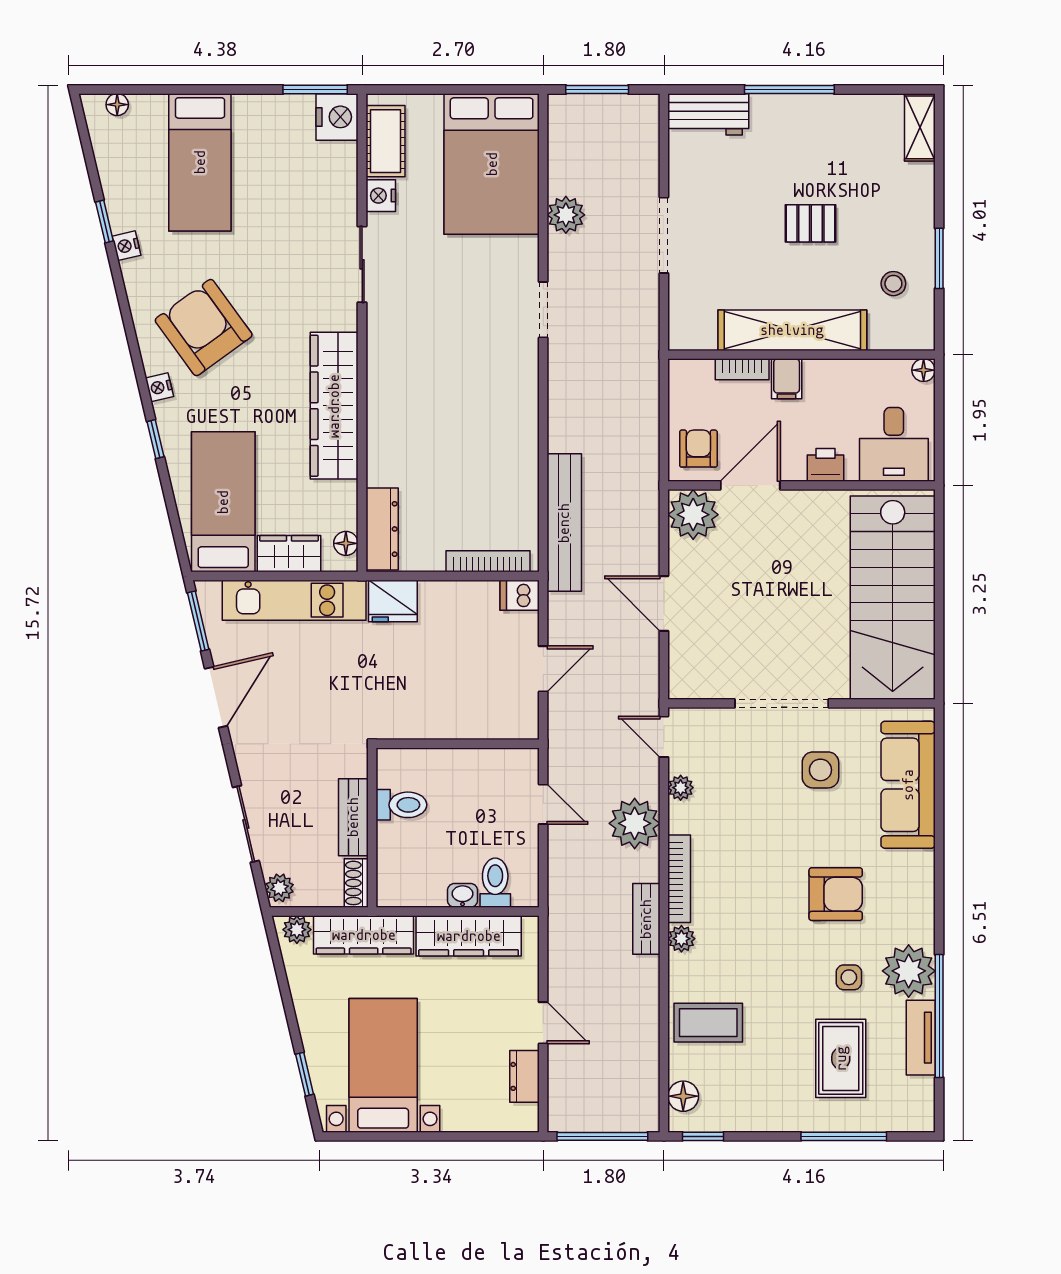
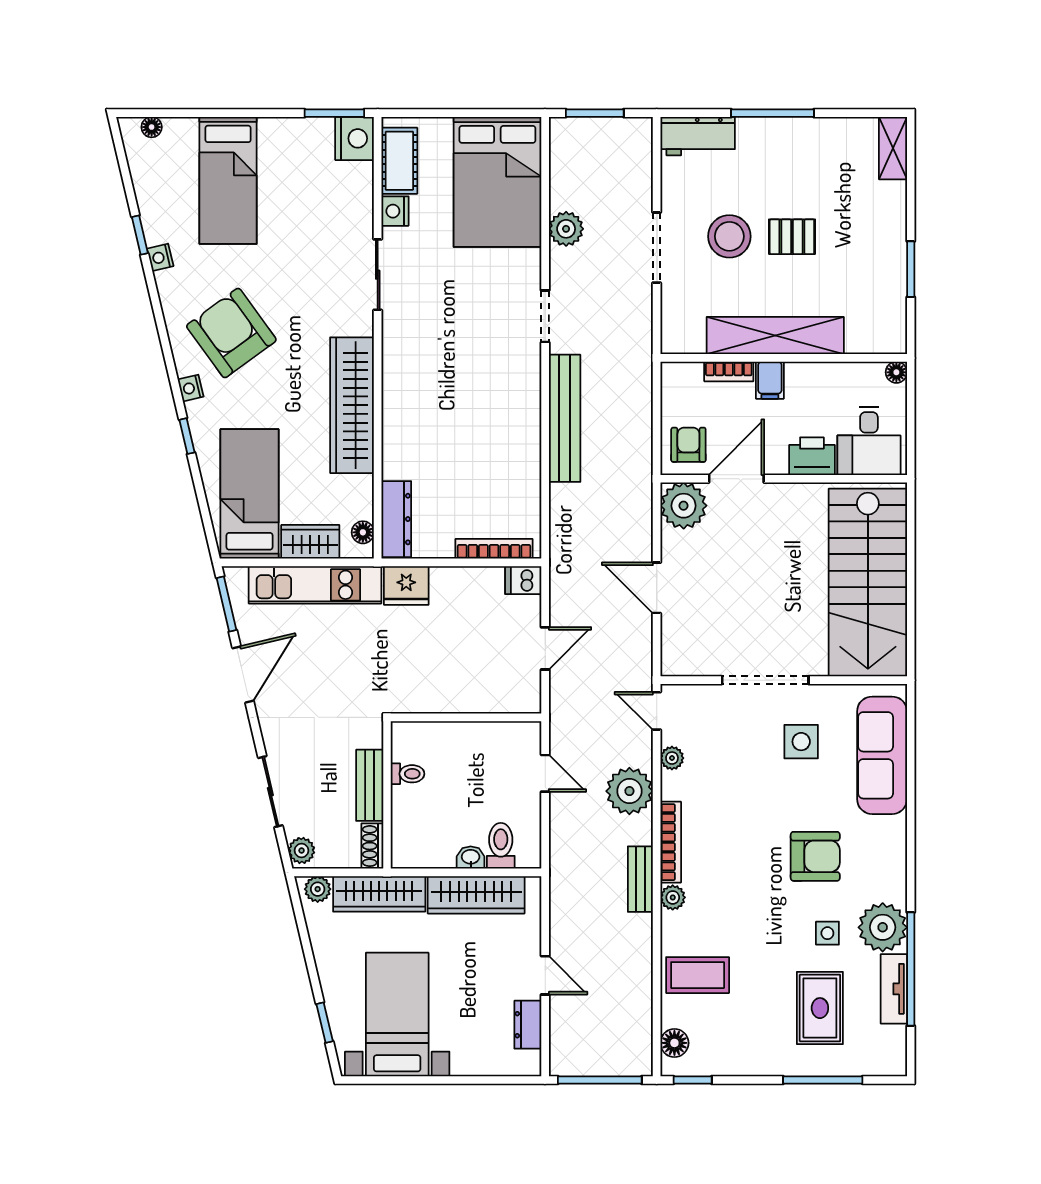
stool: (893, 284) -> (729, 236), moved, width x1.89, depth x1.89
printer: (826, 465) -> (812, 456), width x1.36, depth x1.24
bench: (564, 523) -> (565, 418), moved
toilet: (401, 805) -> (408, 774), width x0.73, depth x0.72

